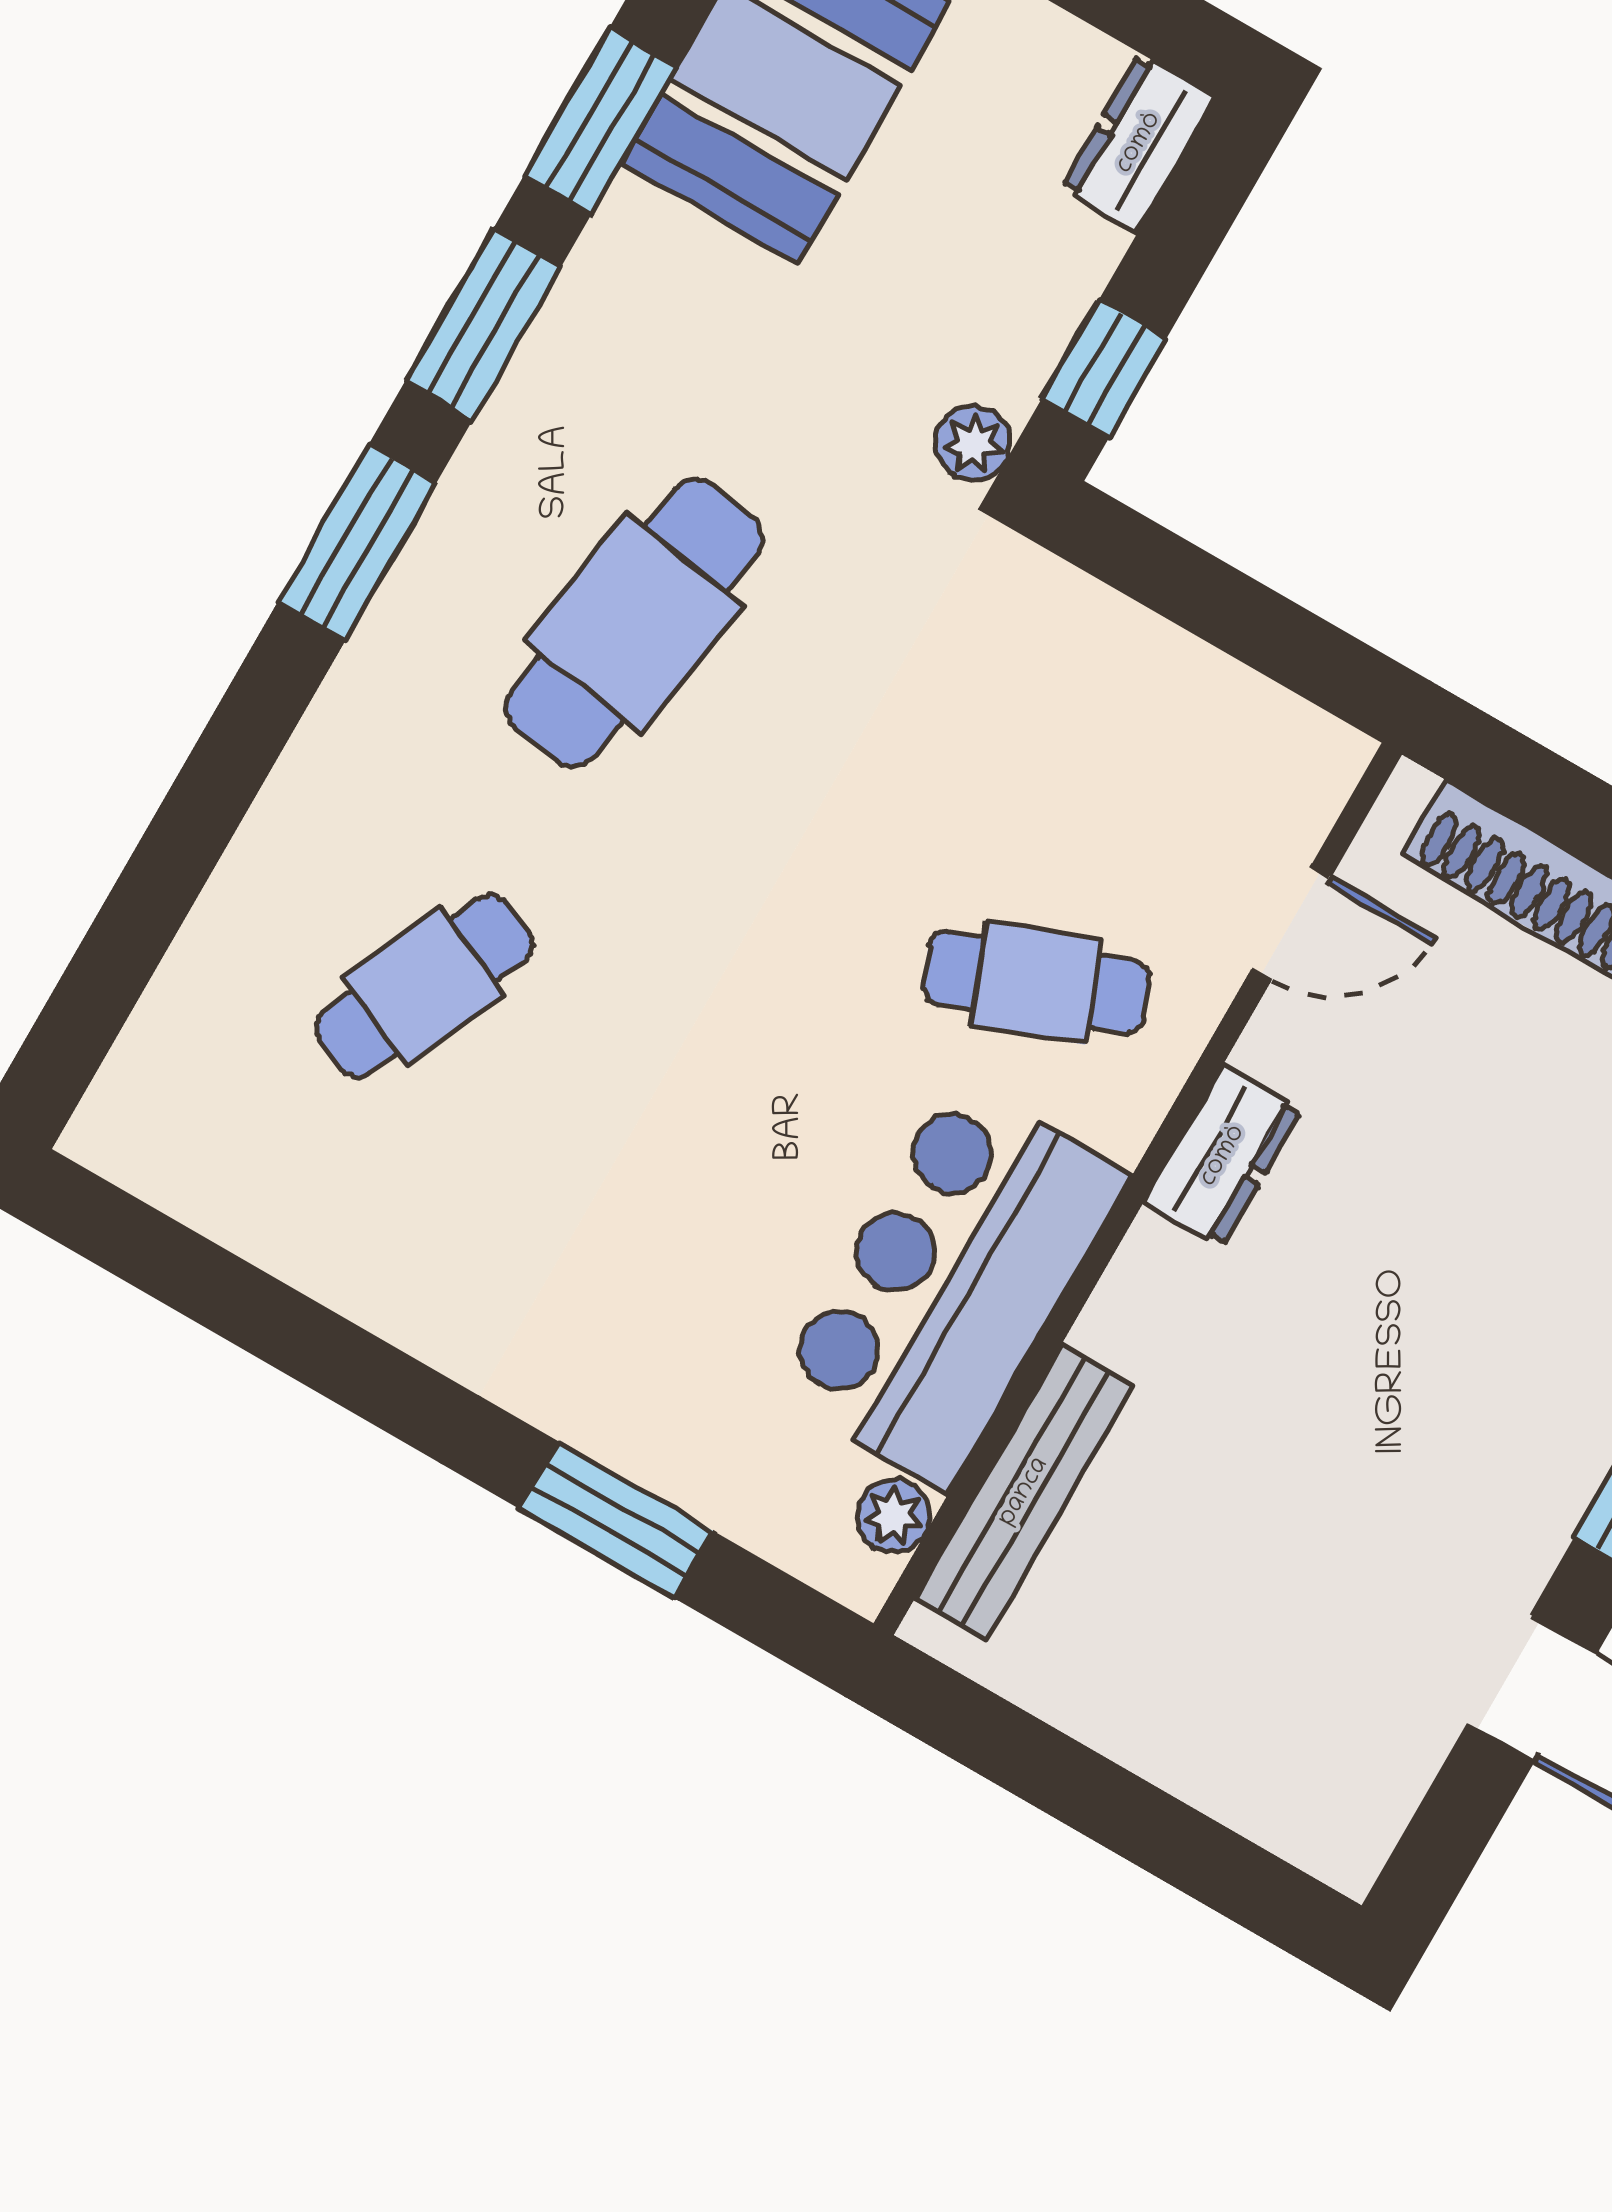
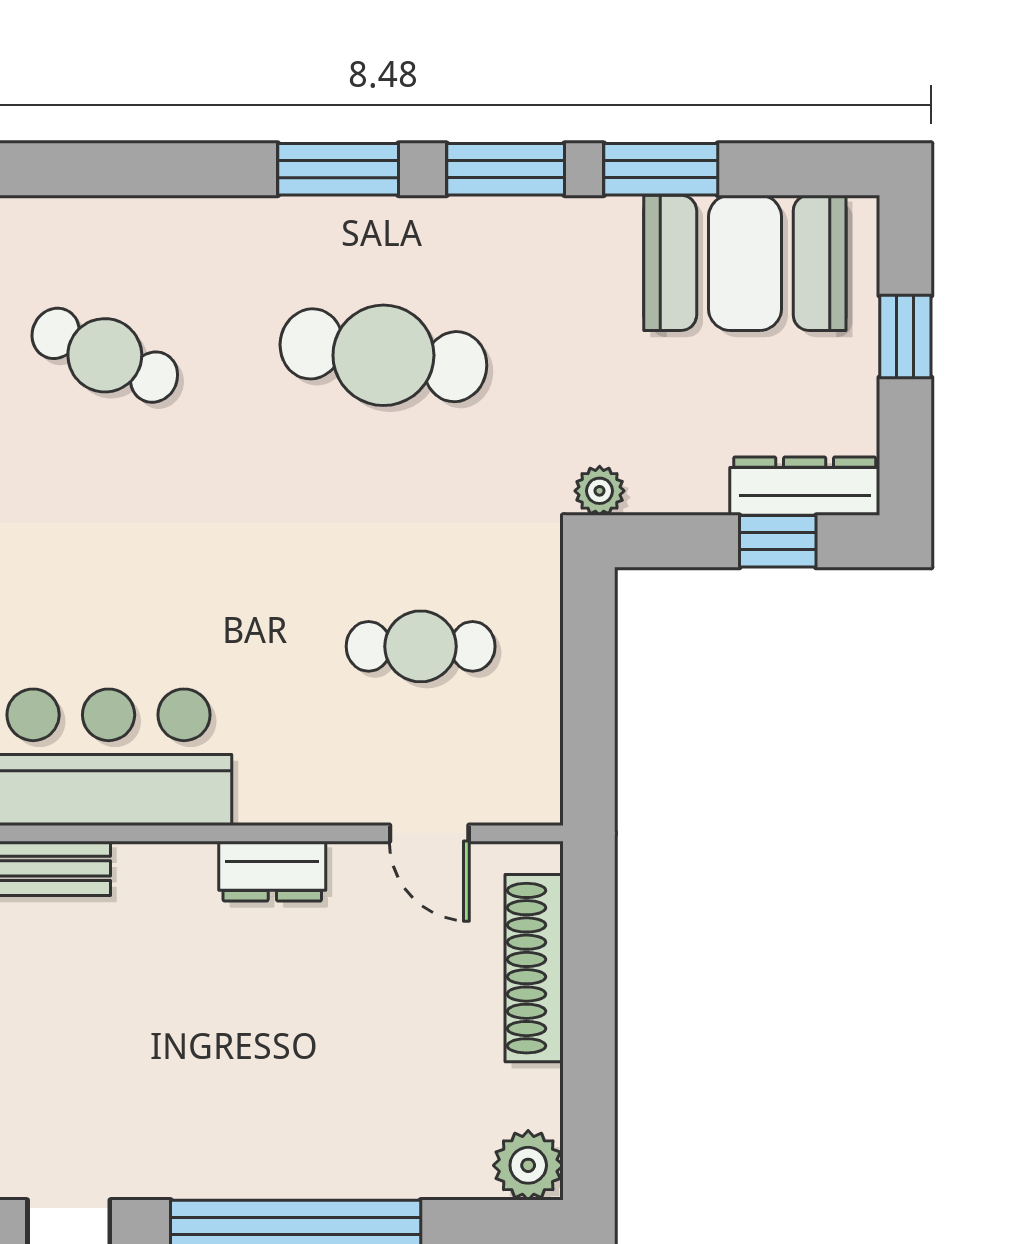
dresser: (1139, 143) -> (805, 486), width x1.44
window: (1104, 369) -> (778, 541), moved
cafe table: (1036, 983) -> (421, 646), moved, turned -69

